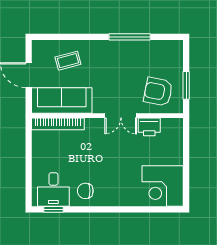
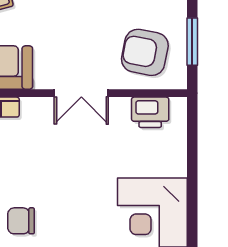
printer: (149, 127) -> (150, 112), moved

